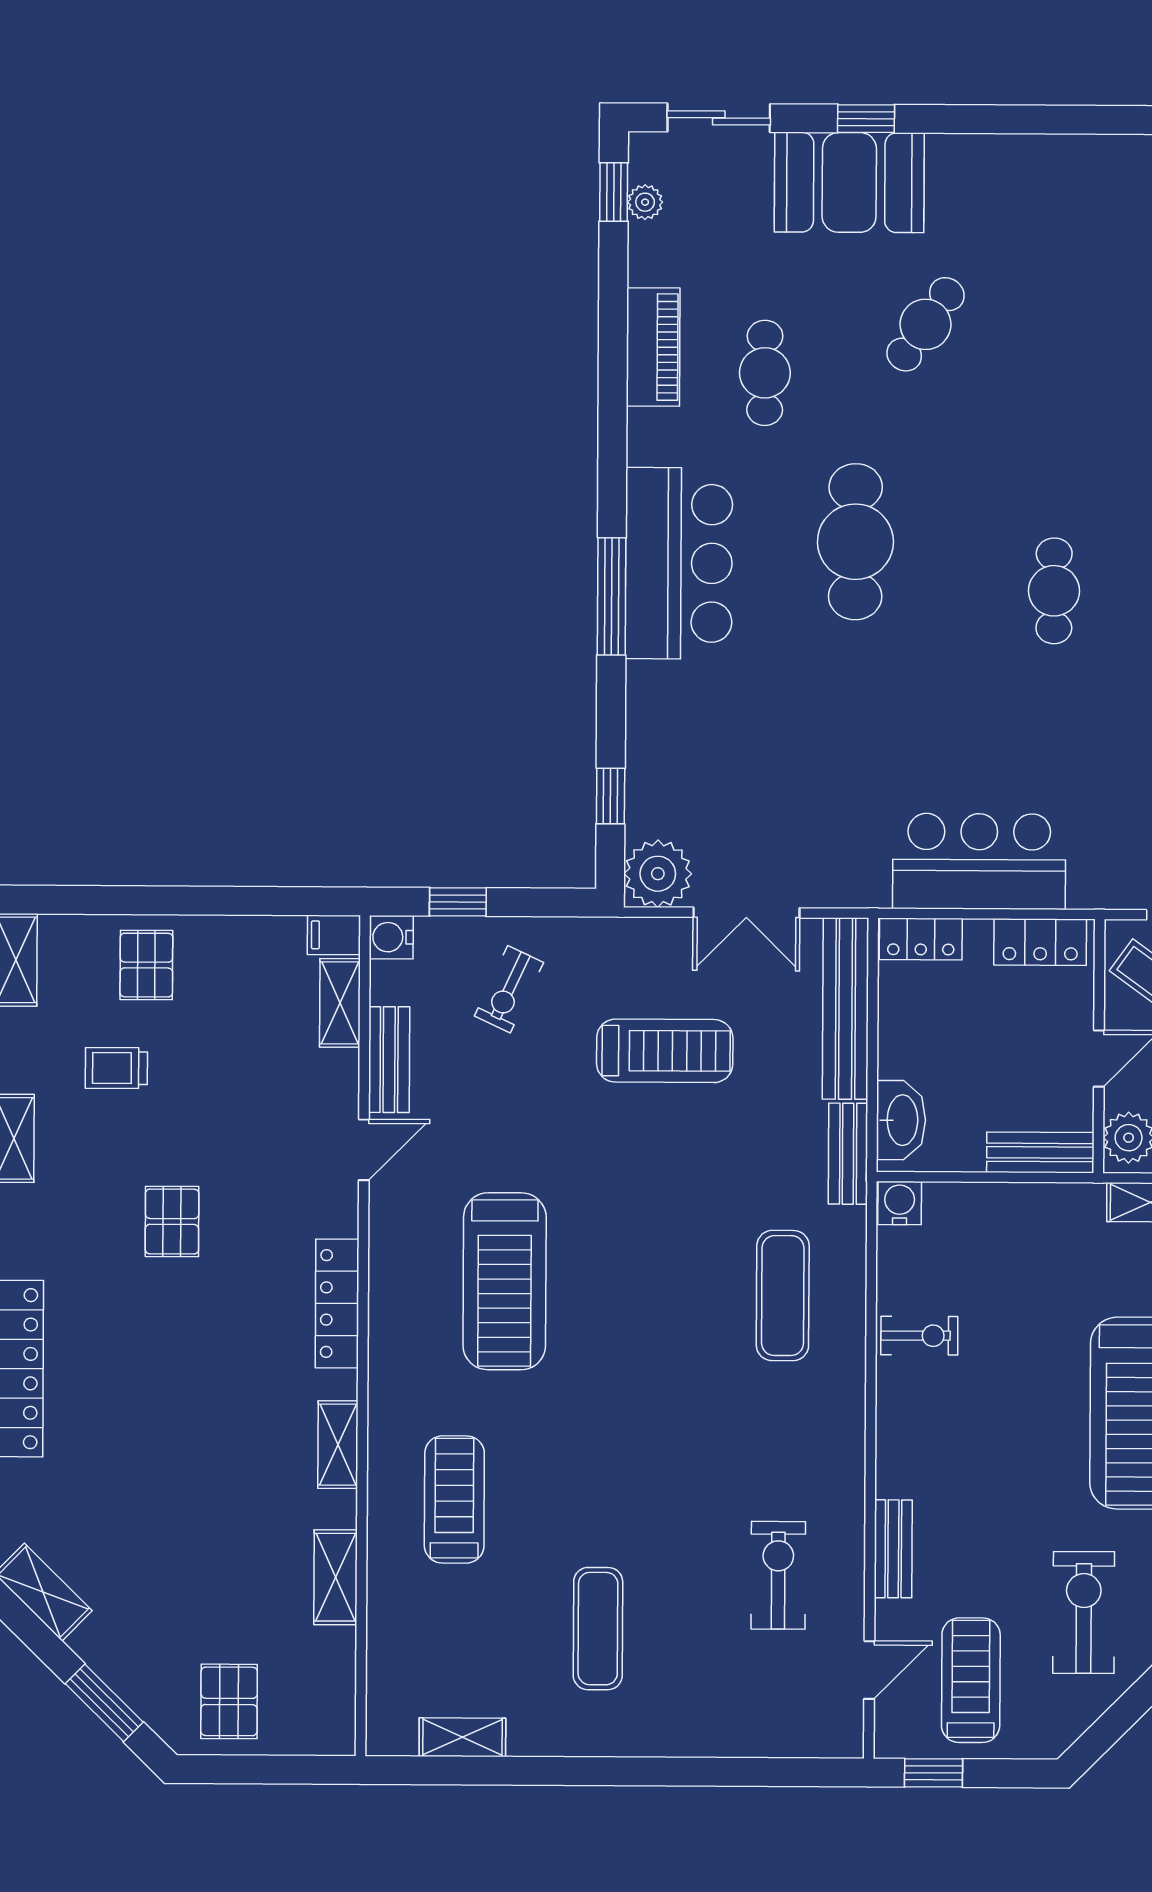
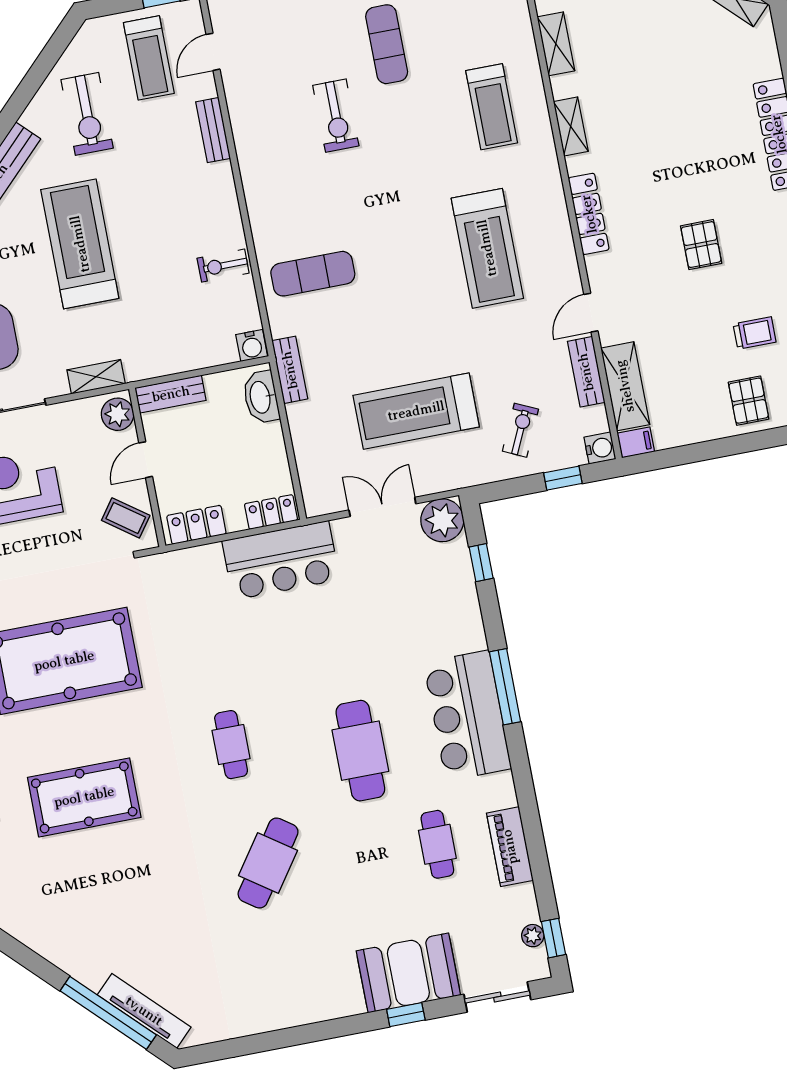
cafe table: (926, 324) -> (268, 863), moved, width x1.37, depth x1.35
bar counter: (979, 861) -> (281, 560), moved
shelving: (340, 1003) -> (625, 386), width x1.50, depth x1.33
bench: (846, 1009) -> (309, 460), removed
treadmill: (665, 1051) -> (416, 411), width x1.37, depth x1.38
treadmill: (505, 1281) -> (487, 248), turned 180
exercise mat: (783, 1296) -> (313, 274), turned 90
exercise bike: (778, 1575) -> (336, 116), moved

